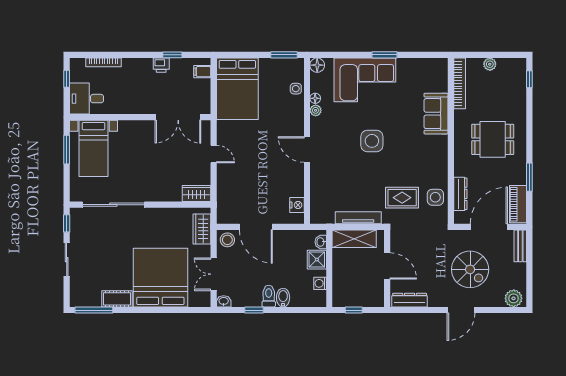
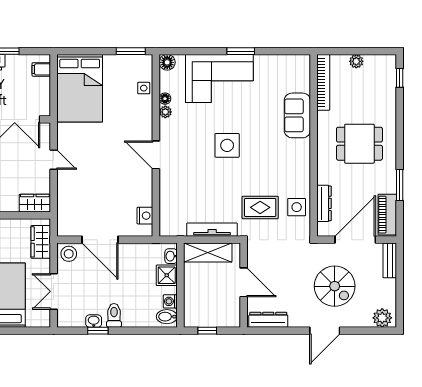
bidet: (283, 298) -> (167, 317), moved, turned -90
washbasin: (224, 301) -> (94, 321), moved

